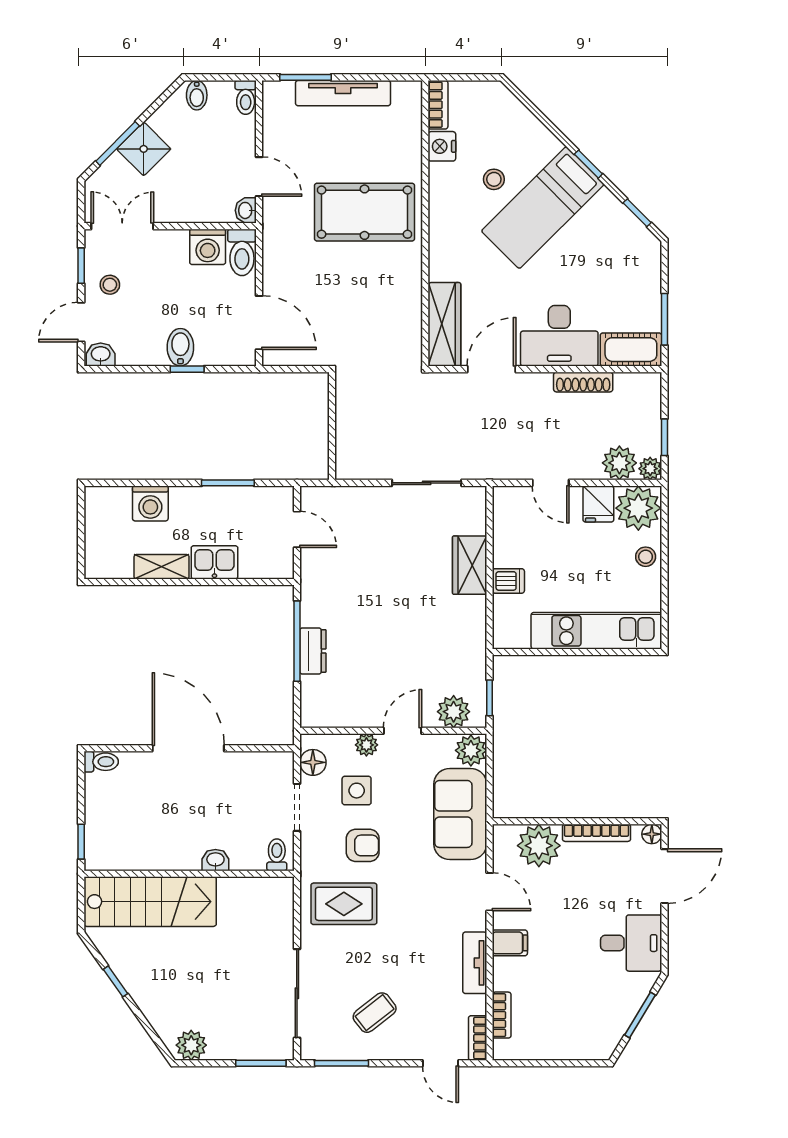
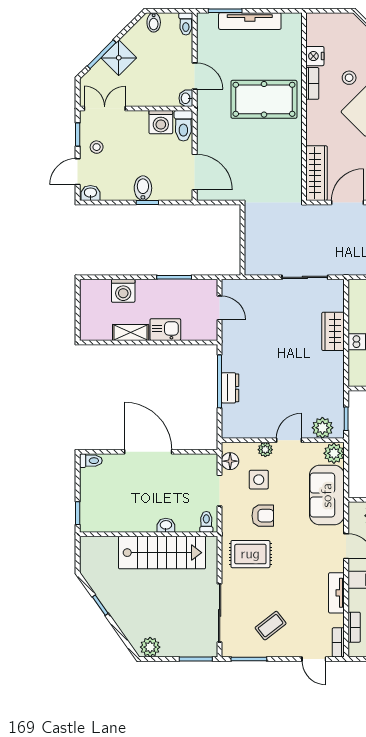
bookcase: (438, 105) -> (312, 83), moved
stairs: (150, 902) -> (162, 553), moved

